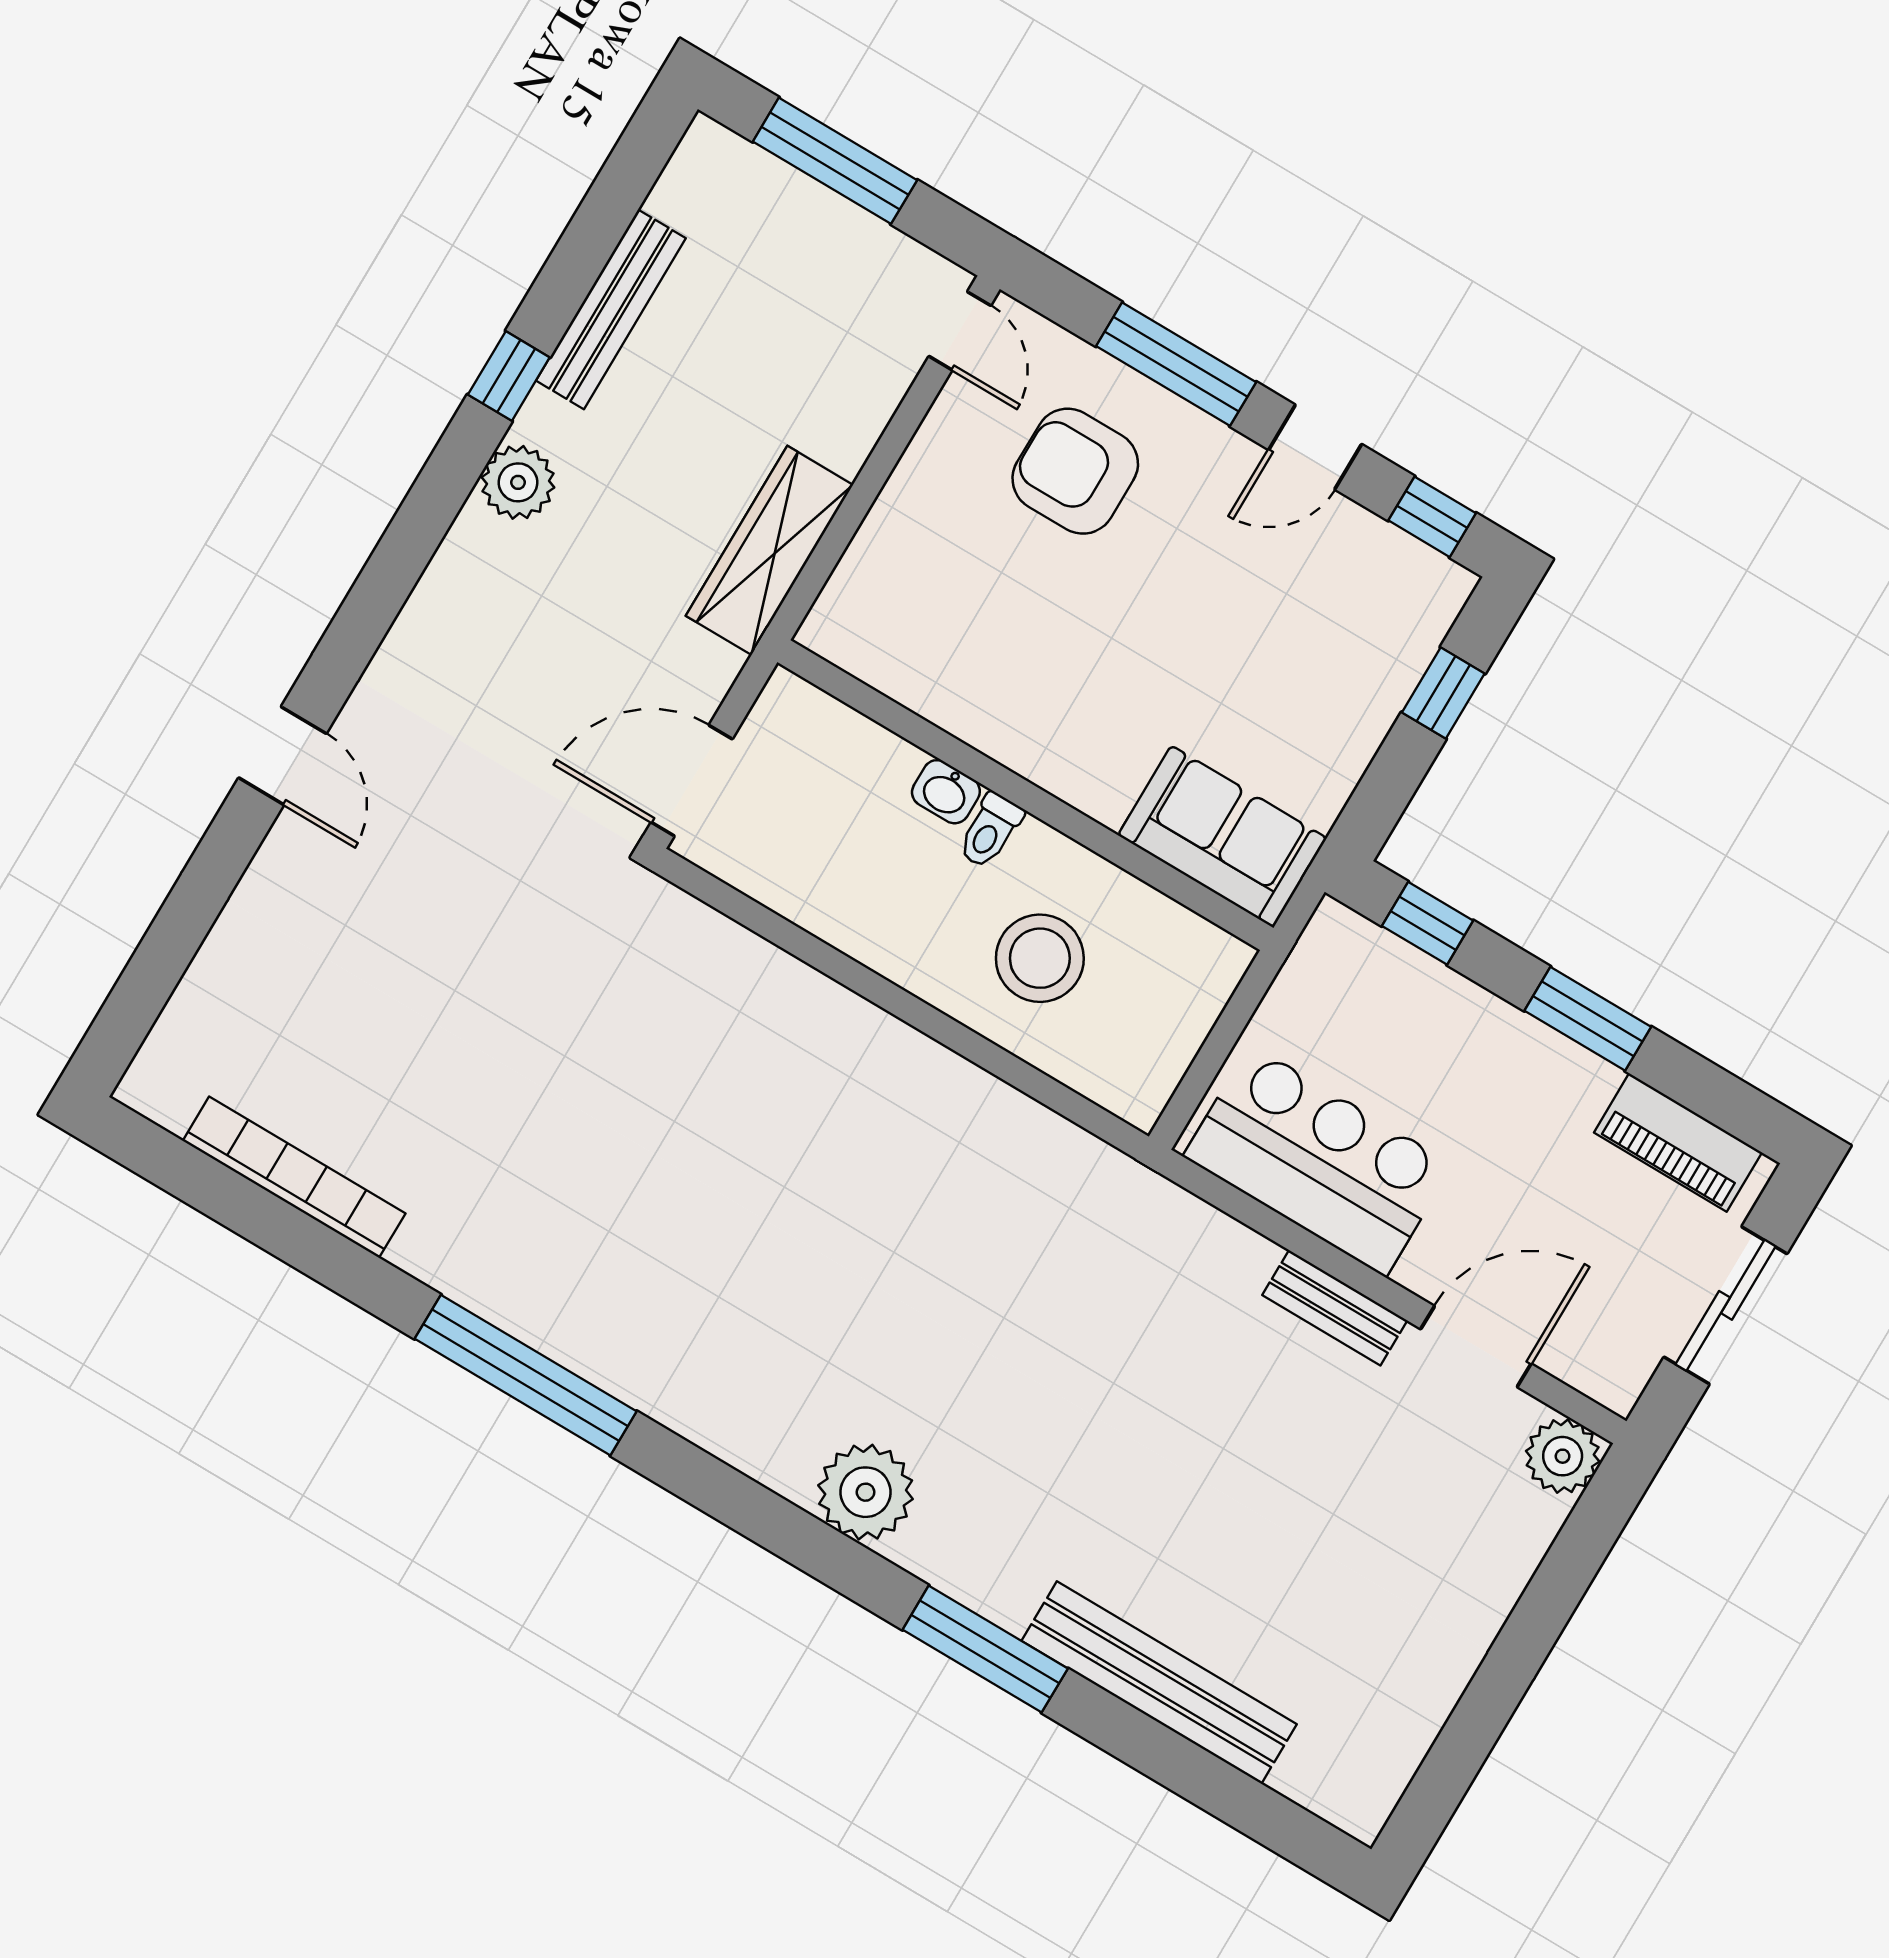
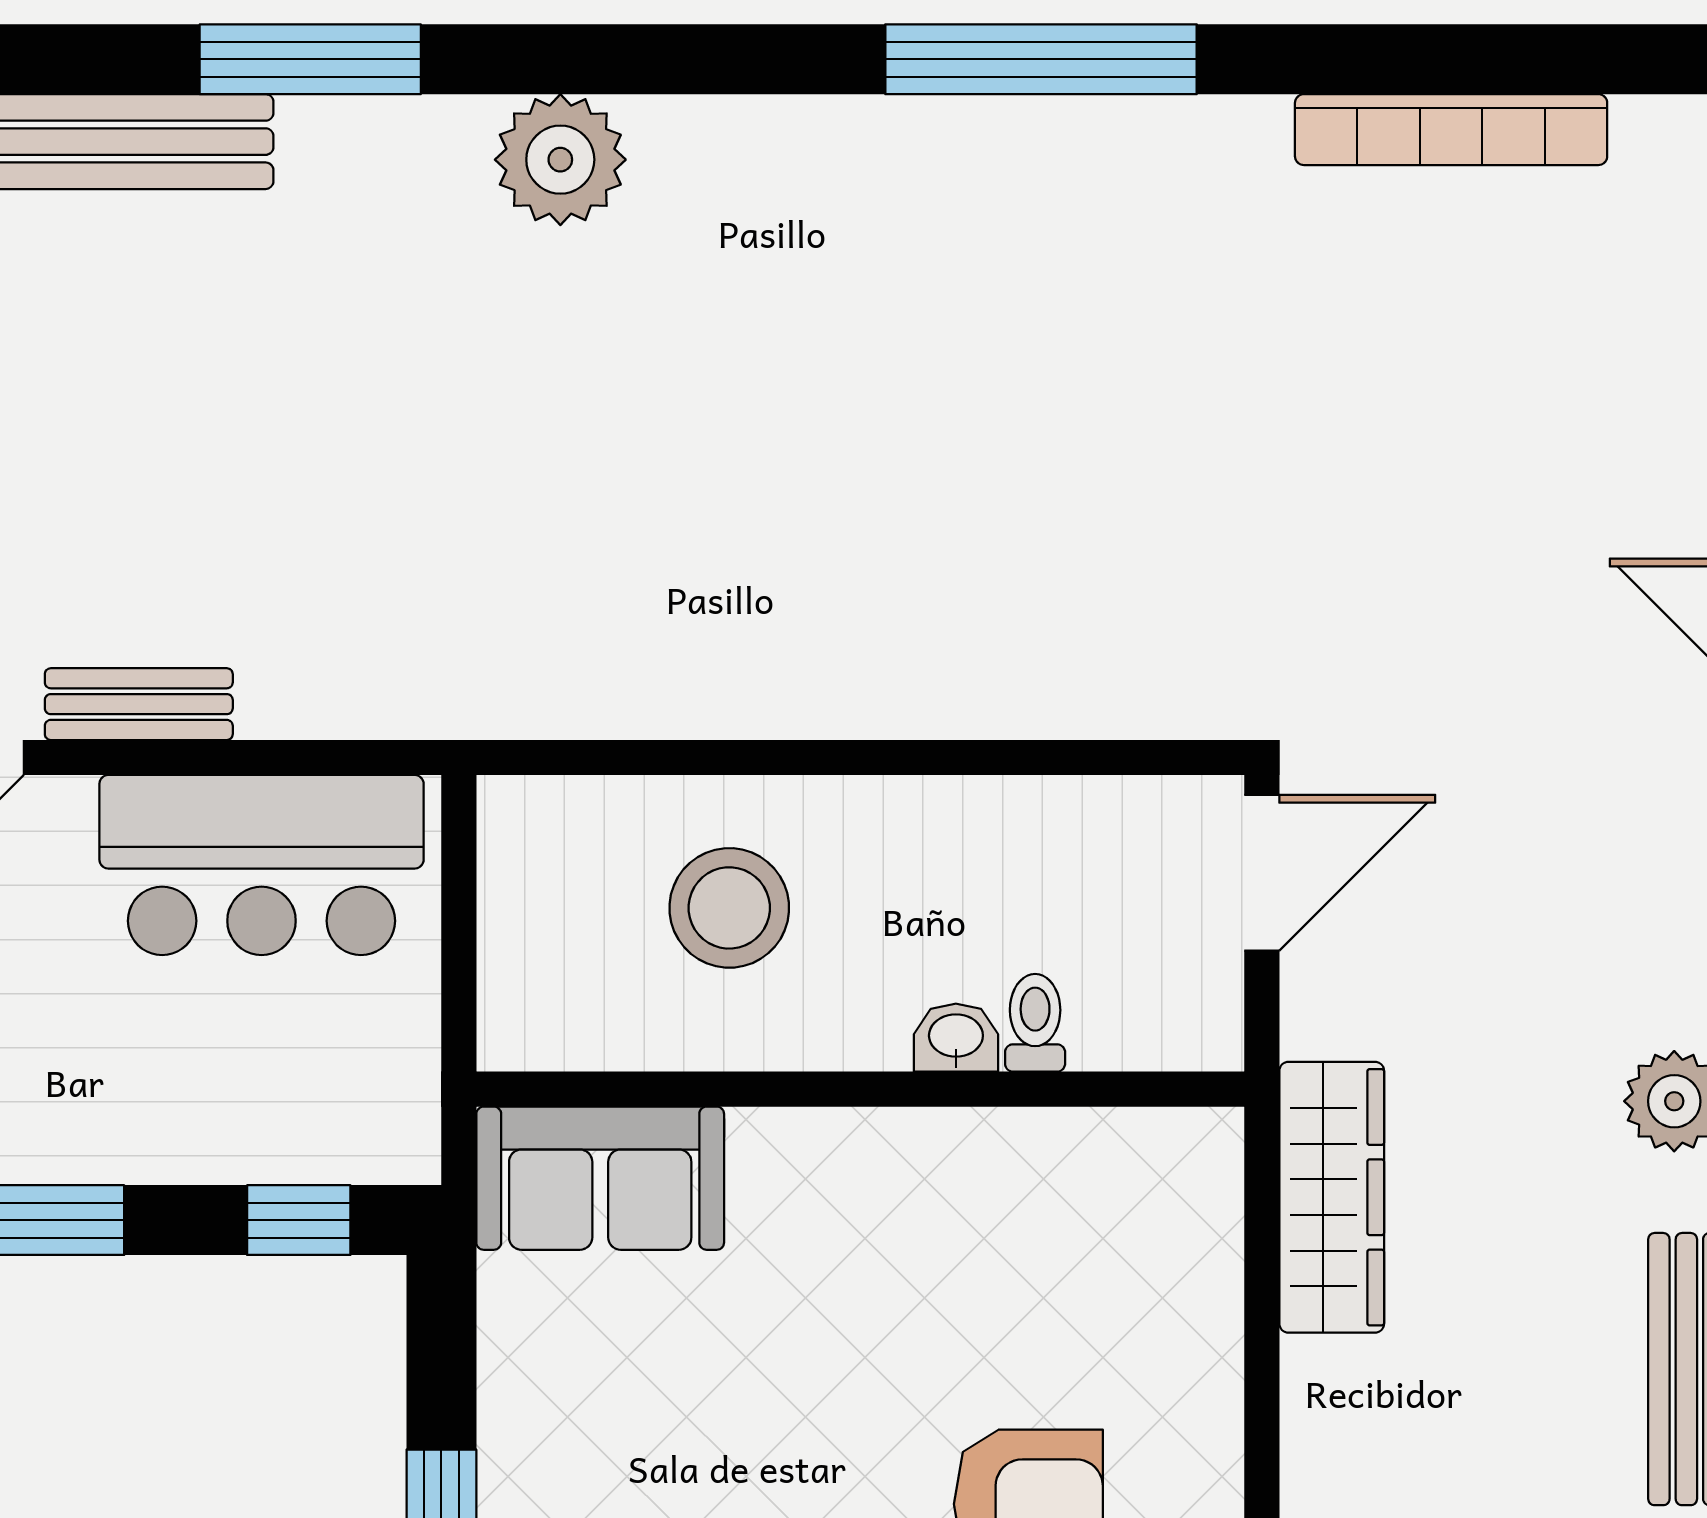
toilet: (990, 831) -> (1035, 1023), moved

